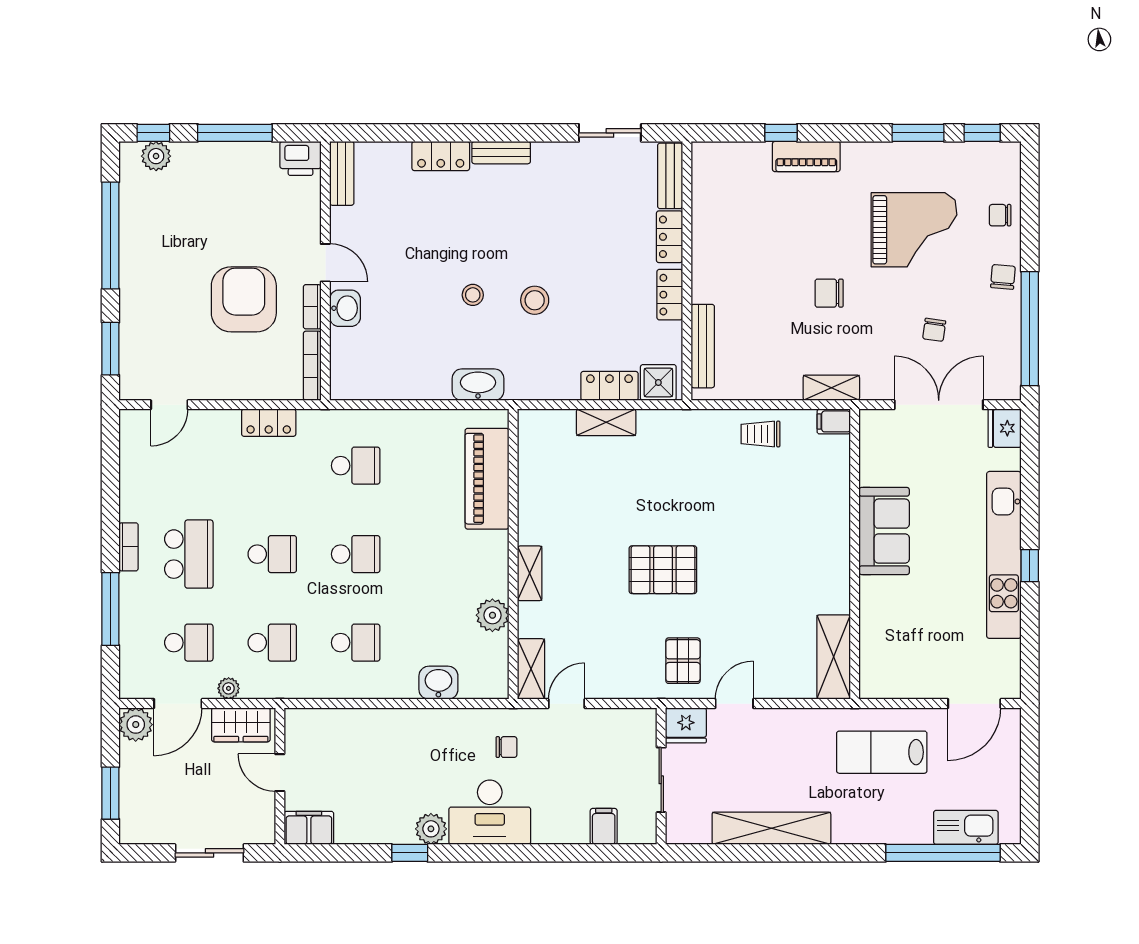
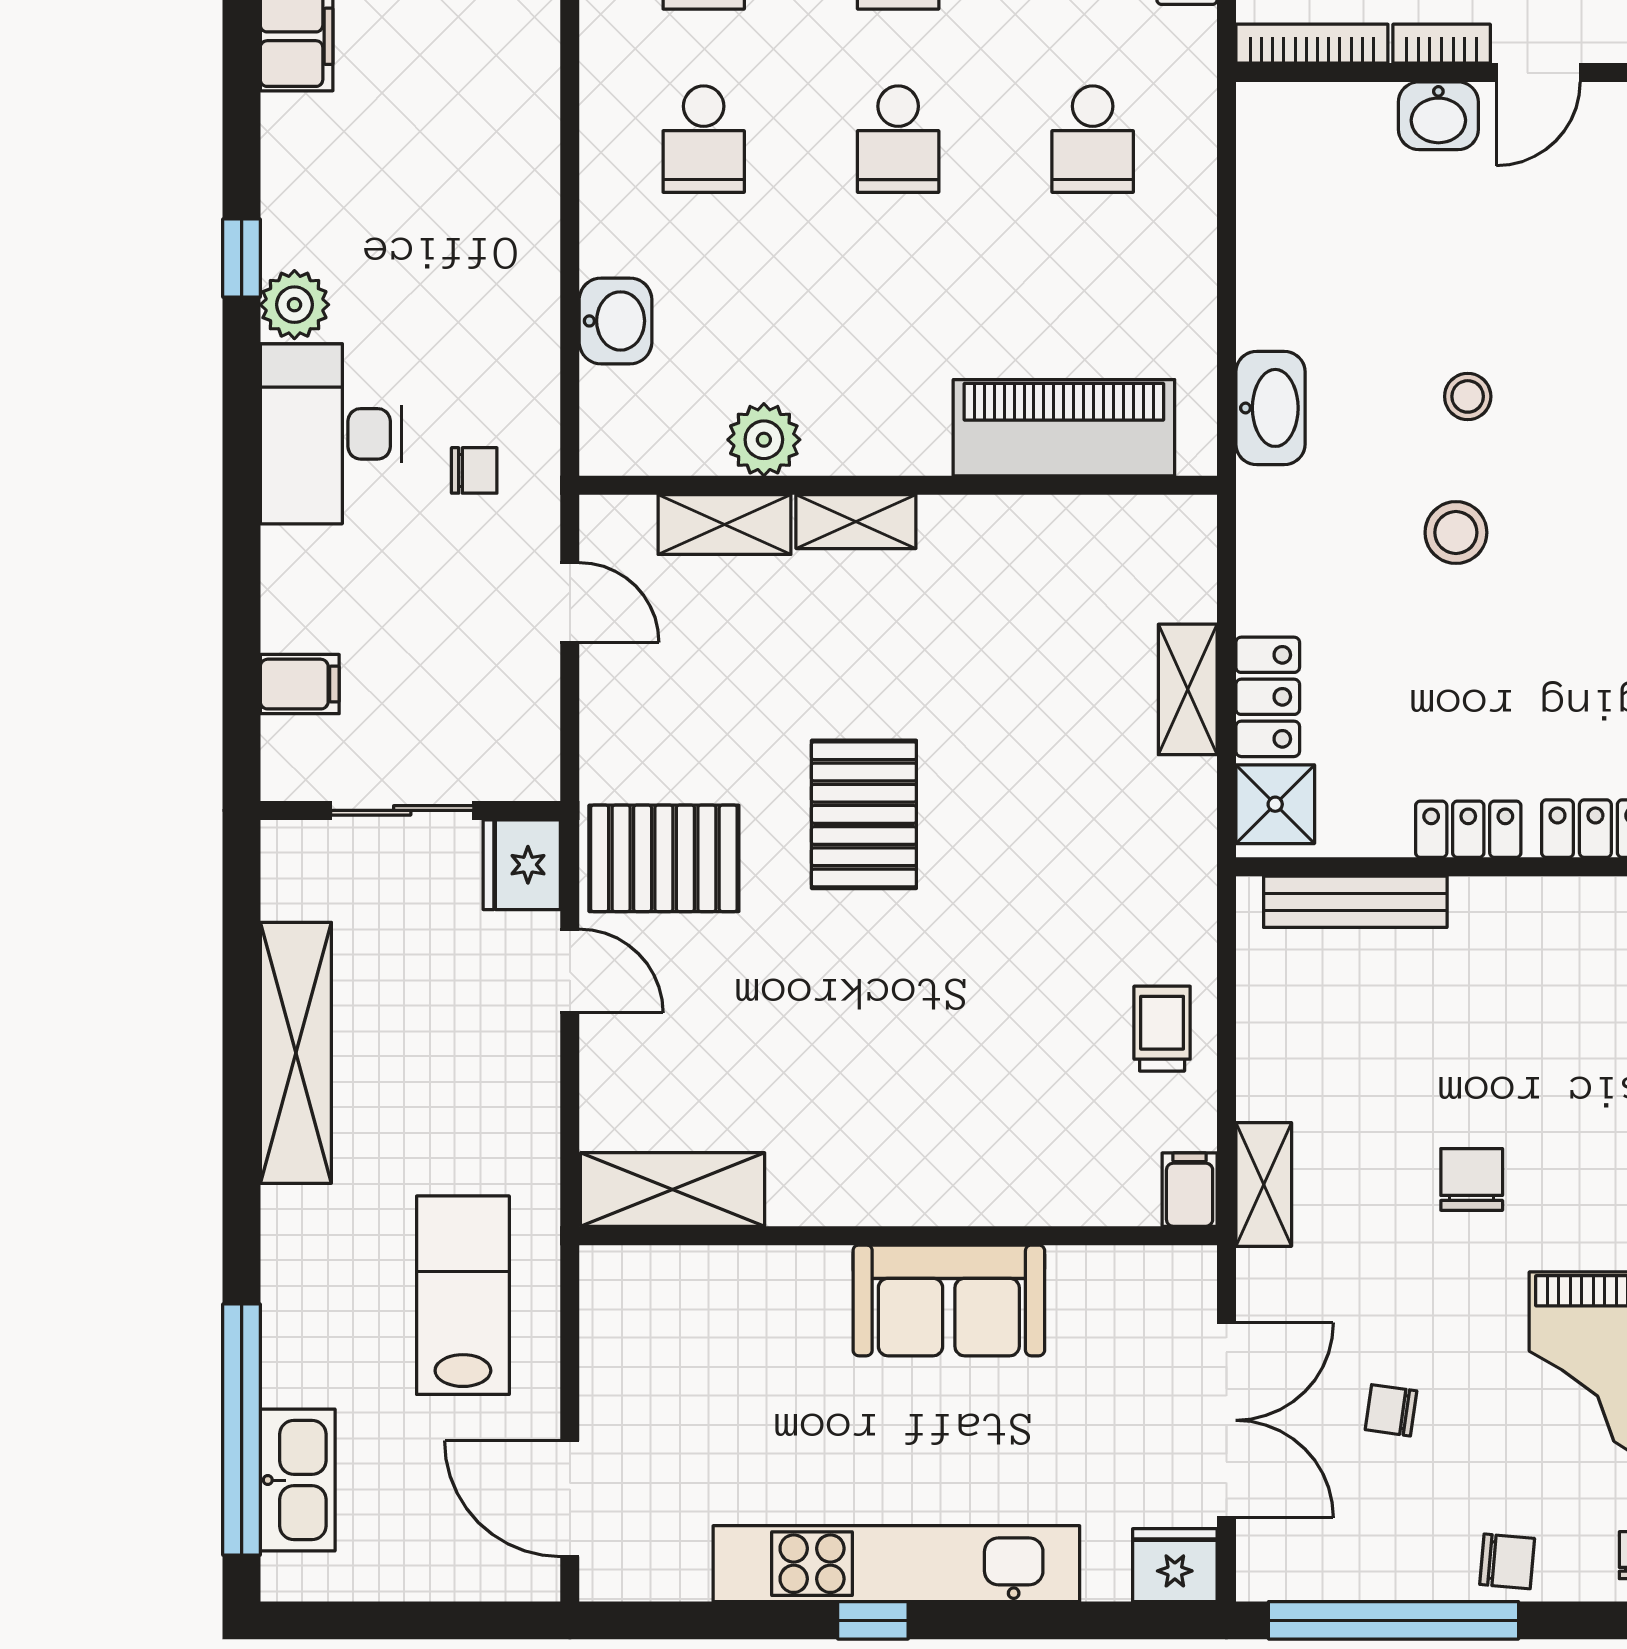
pallet: (683, 661) -> (664, 858), width x1.50, depth x1.42
shelving: (531, 669) -> (725, 525), moved
chair: (506, 747) -> (474, 470), turned -90

